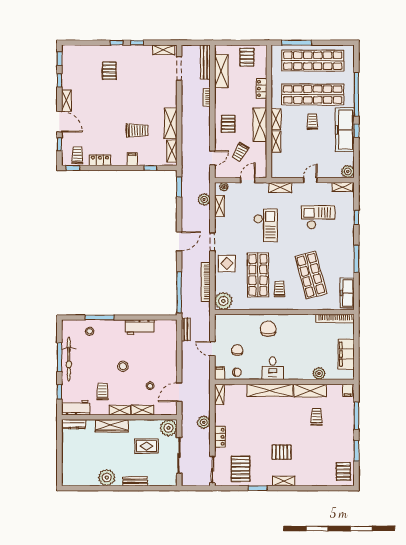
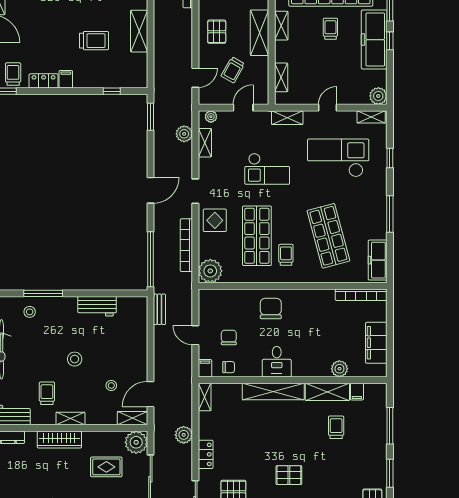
shelving: (276, 142) -> (281, 77), moved
shelving: (172, 151) -> (141, 68), removed
filing cabinet: (132, 159) -> (66, 79), moved
checkout: (318, 217) -> (338, 158), width x1.36, depth x1.21
checkout: (266, 225) -> (267, 169), turned 90
filing cabinet: (348, 390) -> (357, 392), moved
shelving: (142, 410) -> (132, 418), moved

